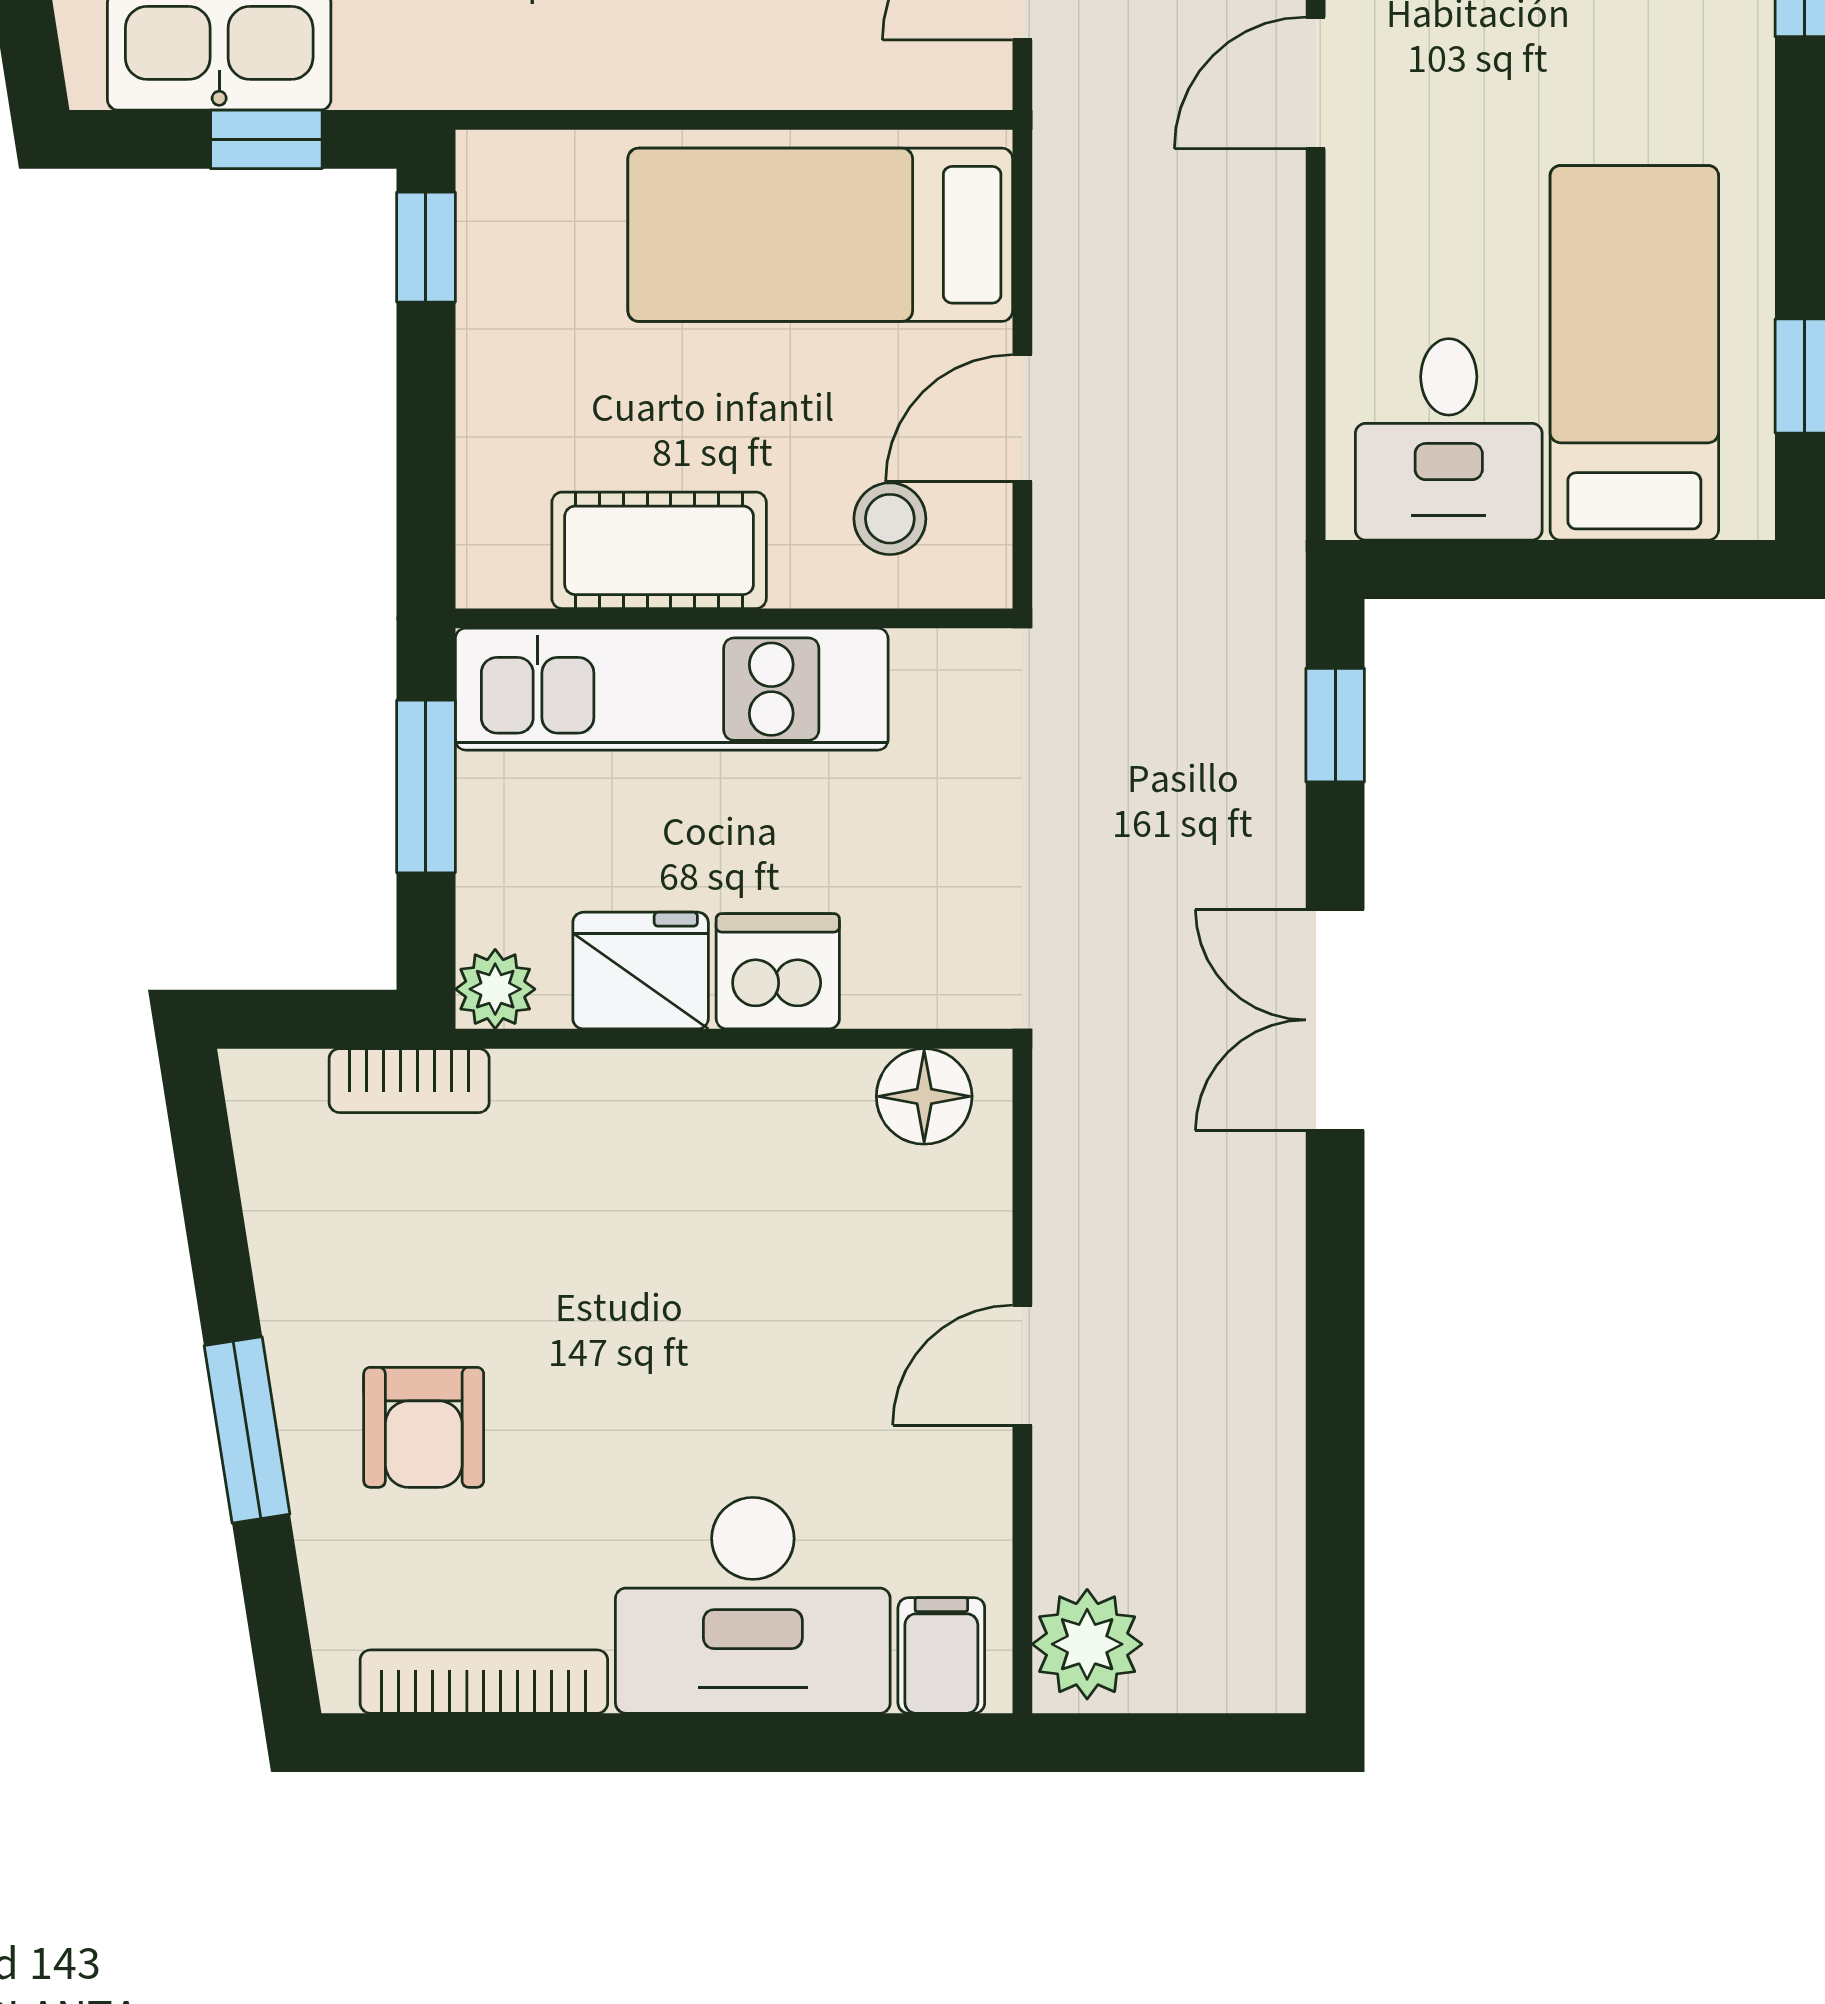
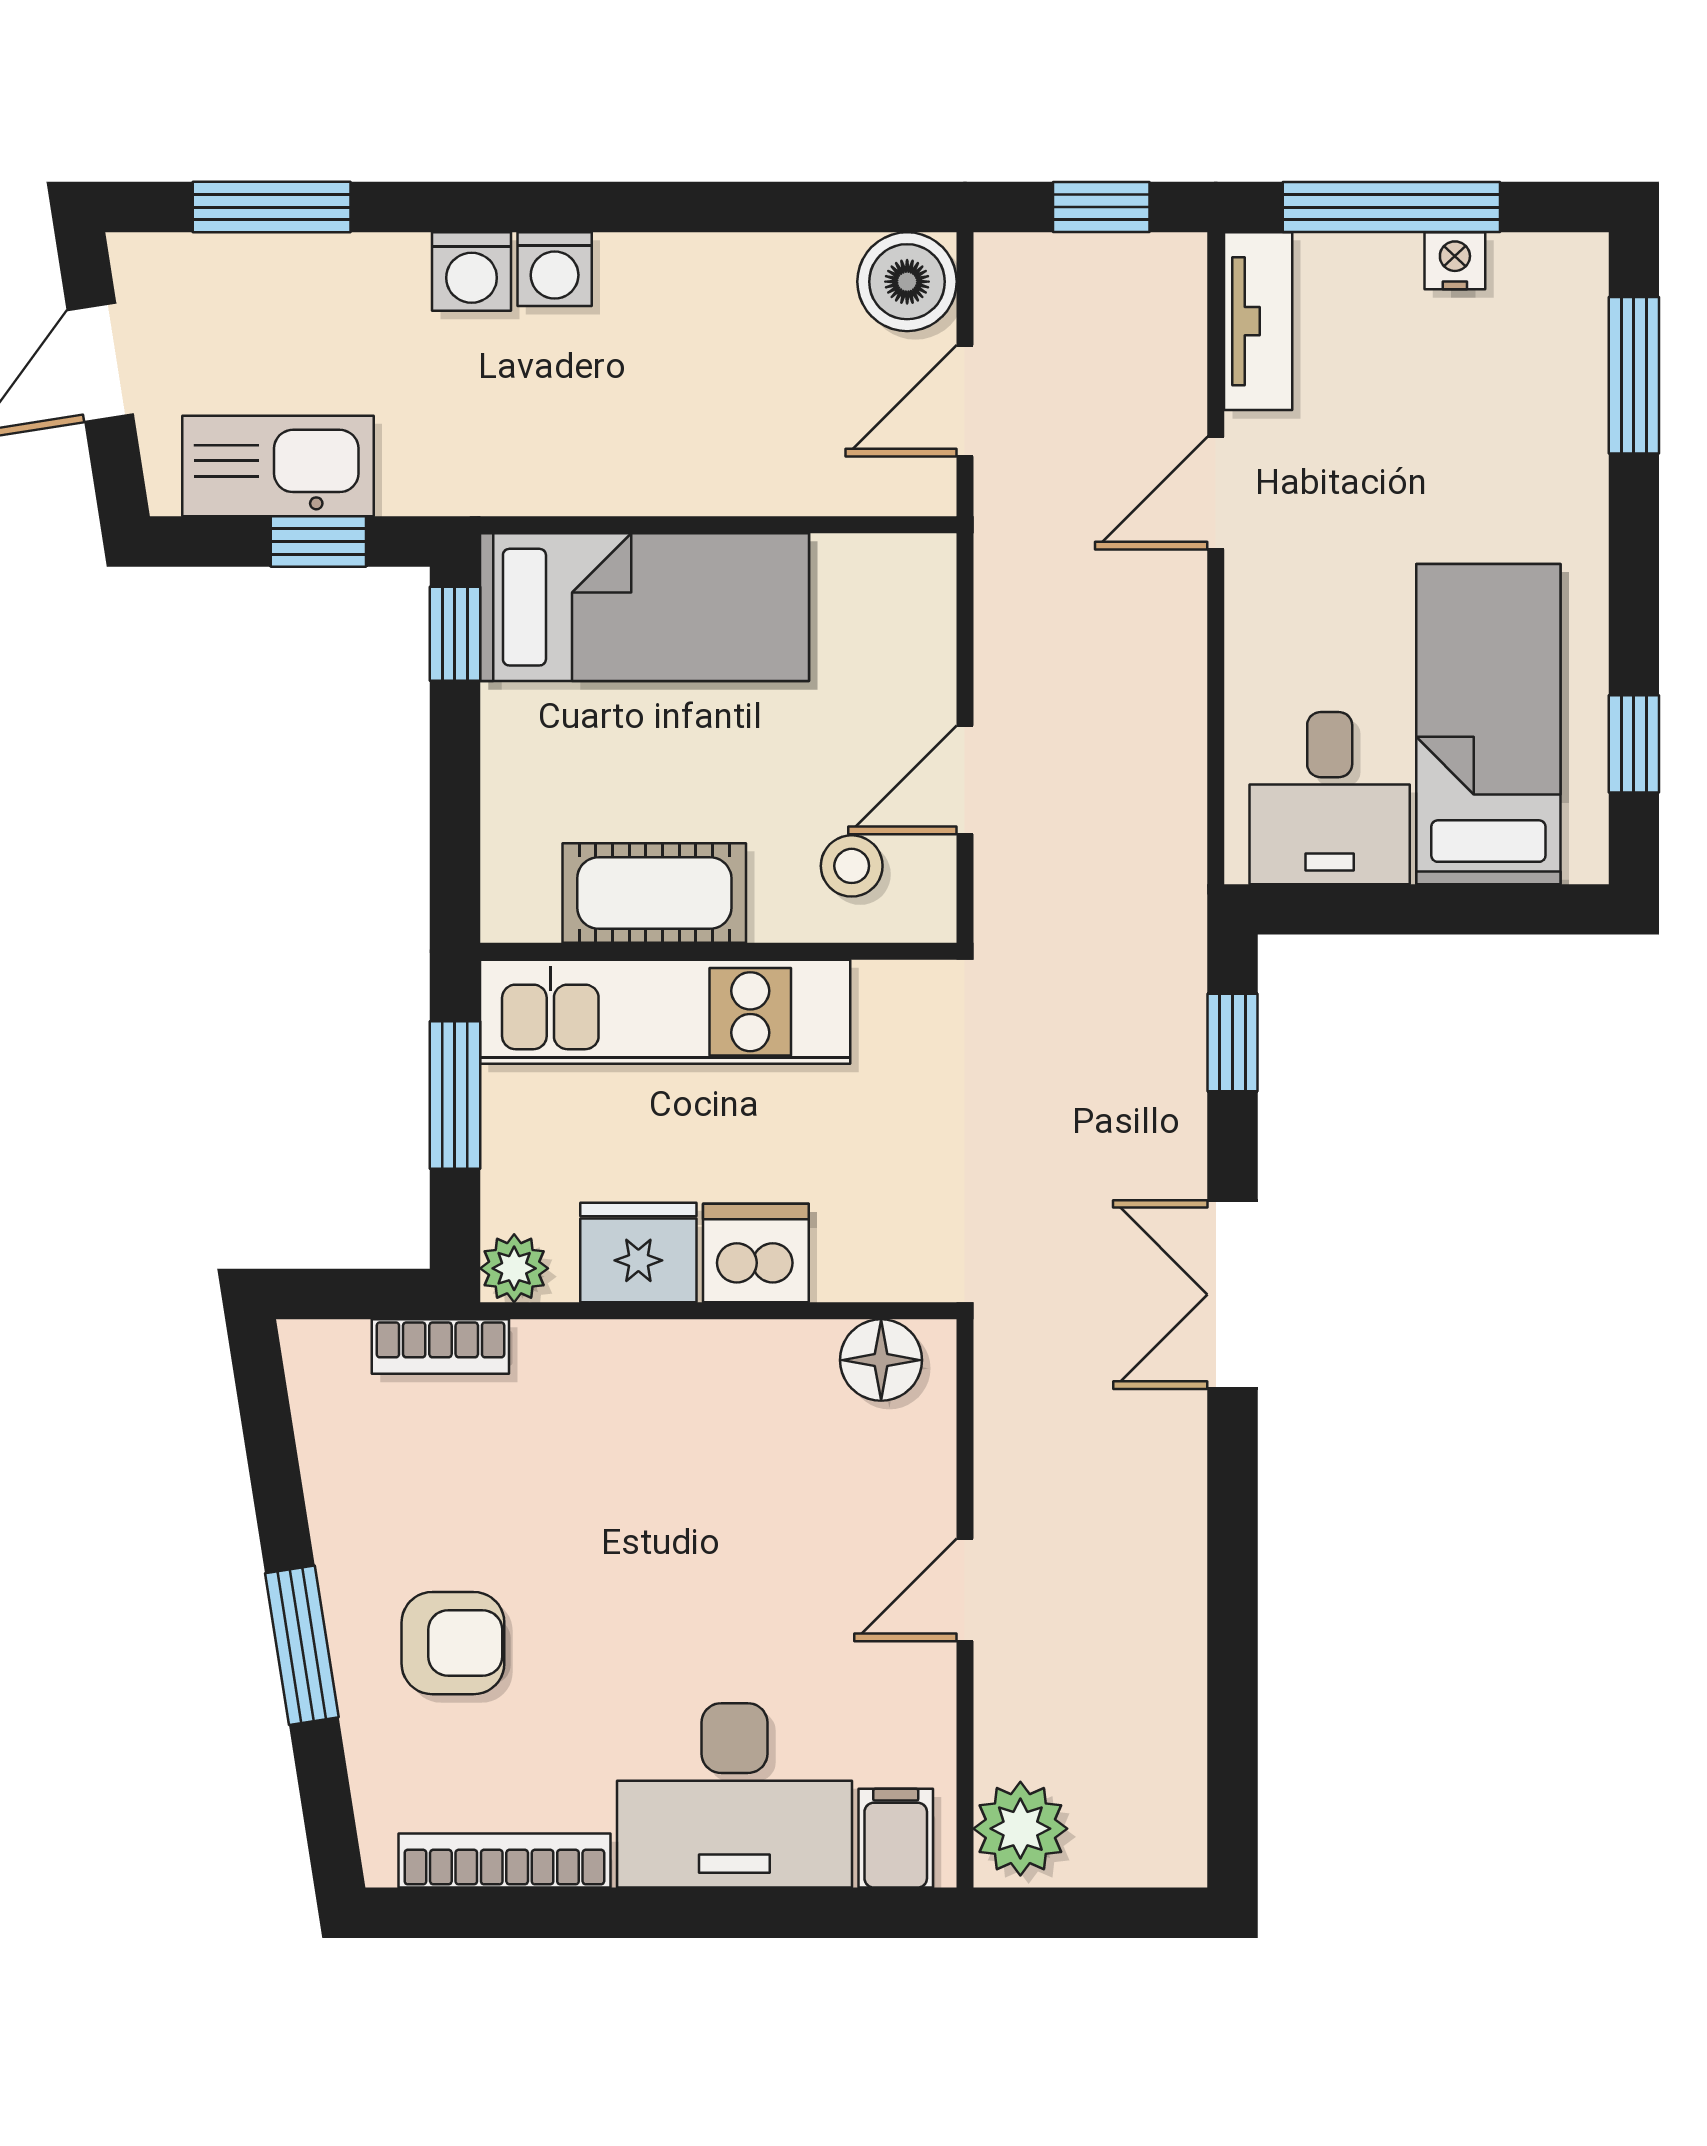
bed: (820, 235) -> (644, 607), moved, turned 180
armchair: (424, 1427) -> (453, 1643), turned -90

